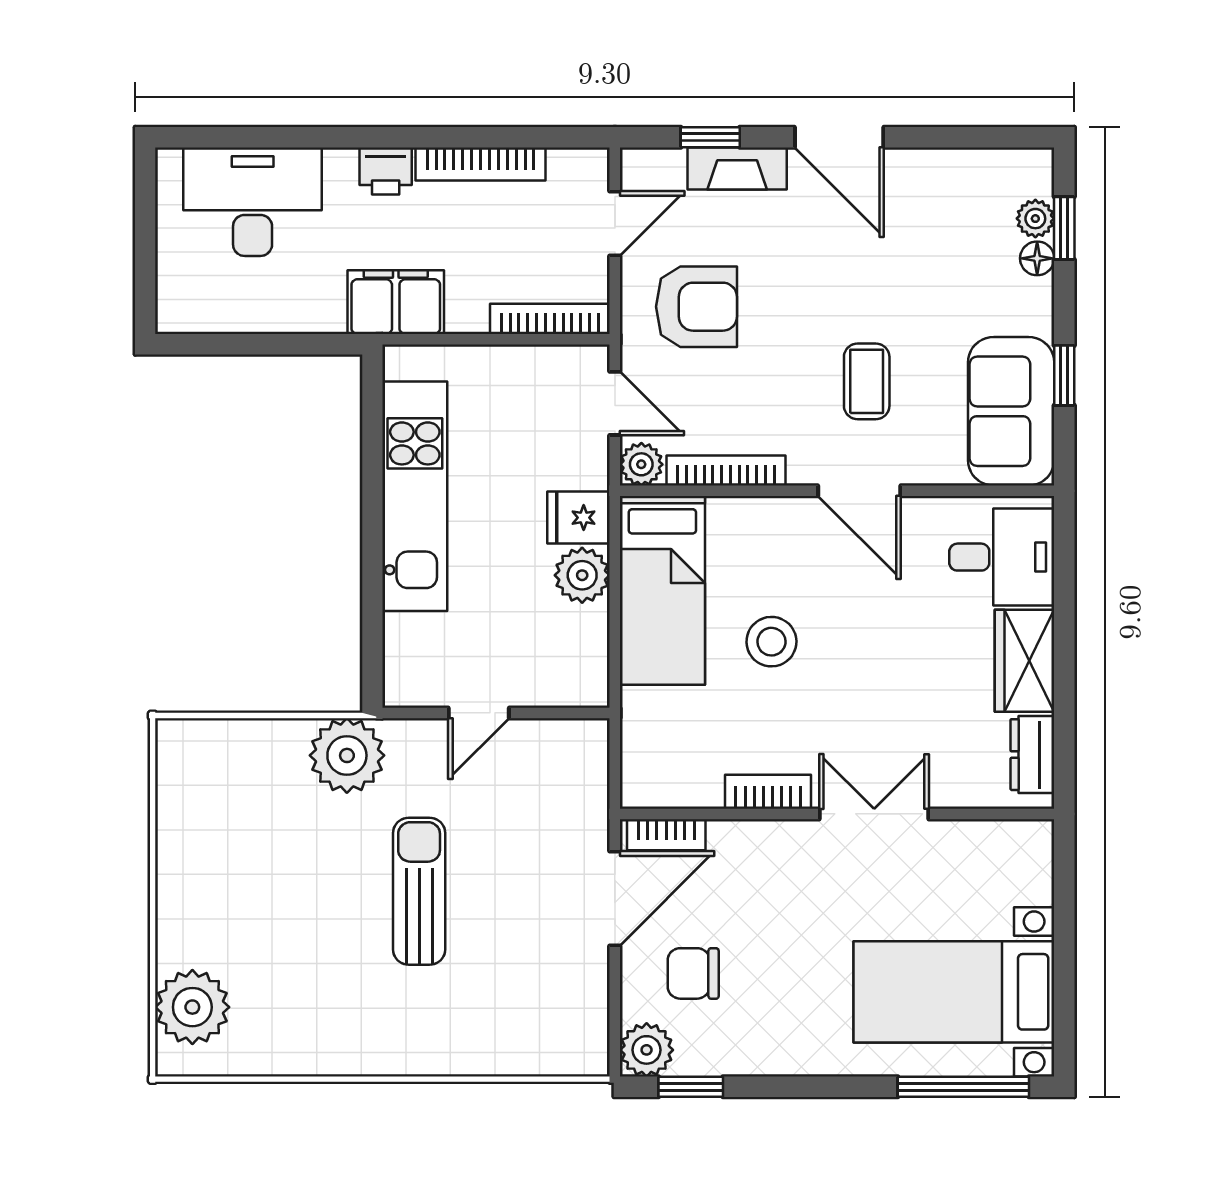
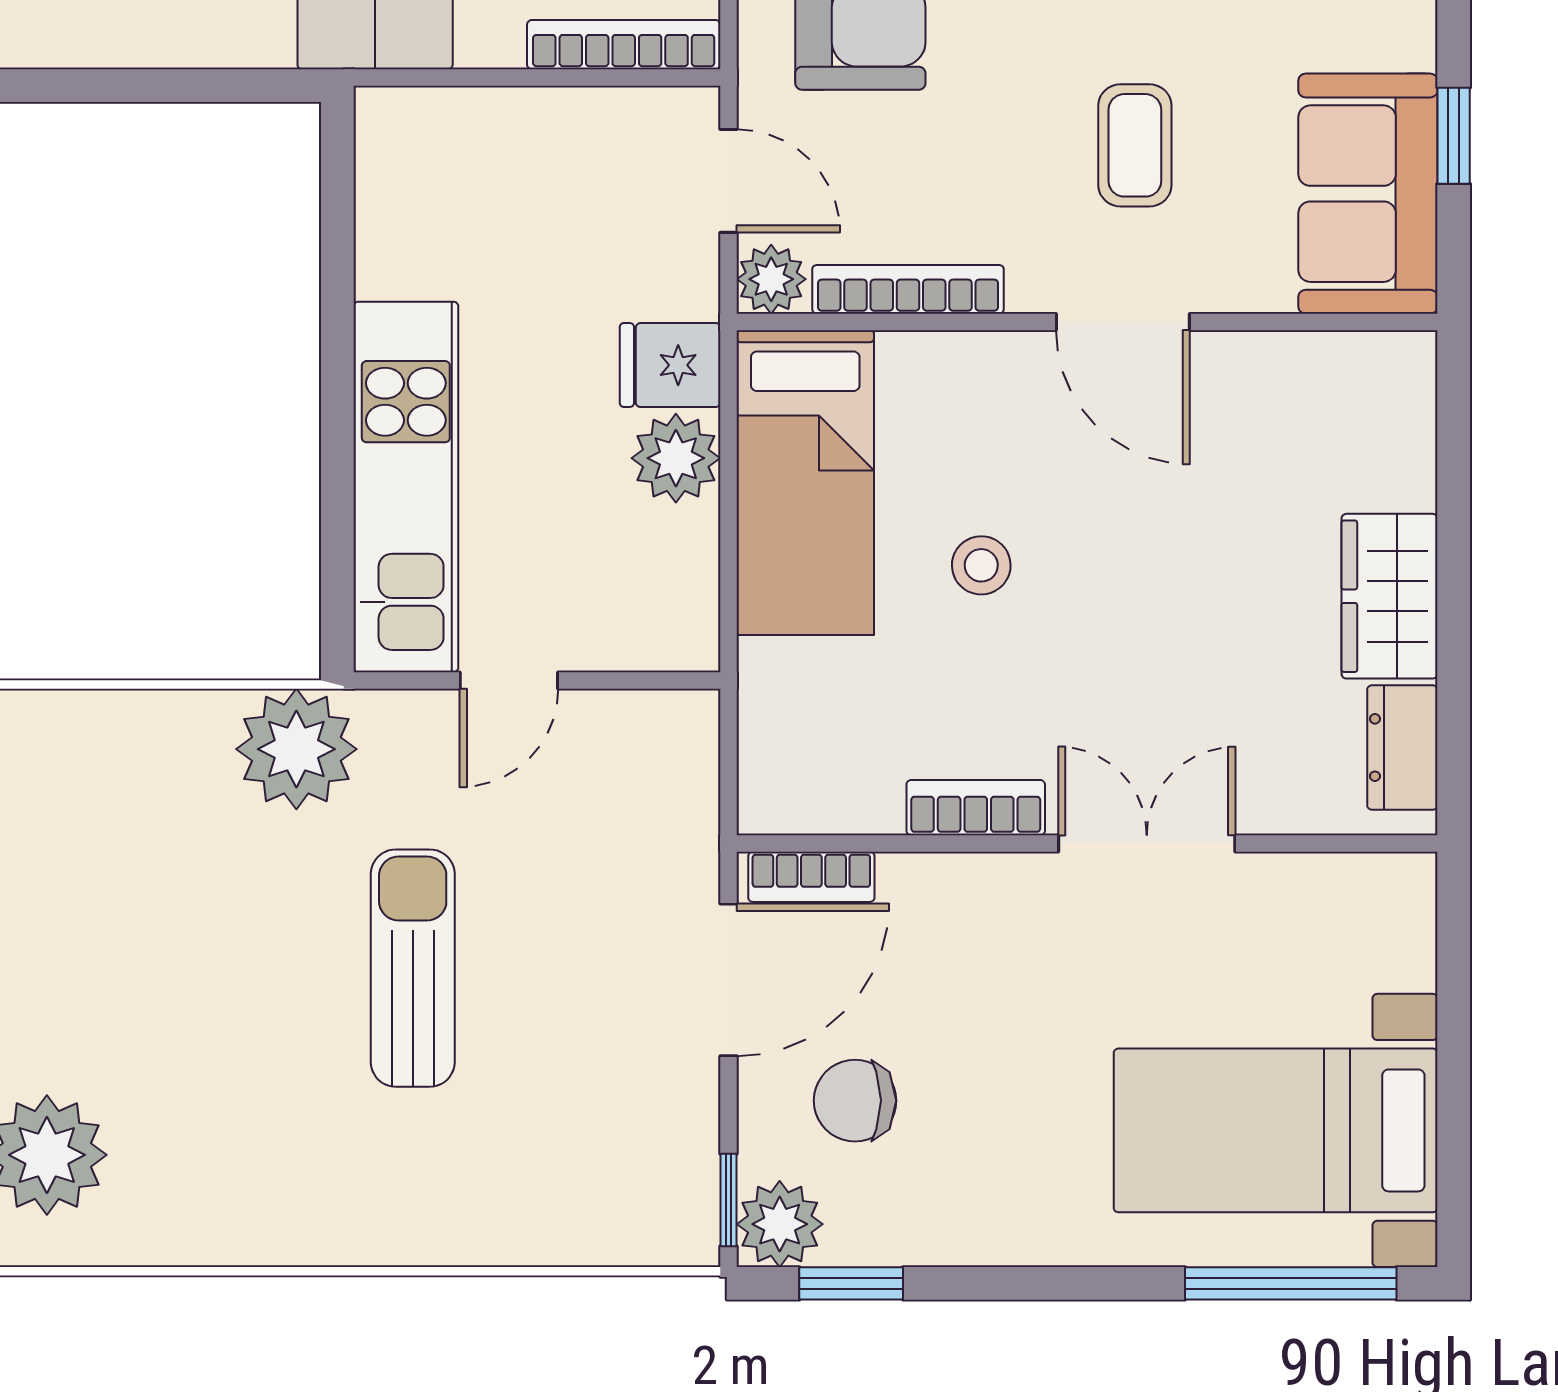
kitchen unit: (415, 496) -> (406, 487), moved
desk: (1002, 557) -> (1353, 429), removed
stool: (771, 642) -> (981, 565), width x0.73, depth x0.73
window: (615, 1035) -> (728, 1200), added

